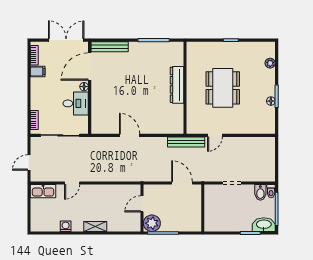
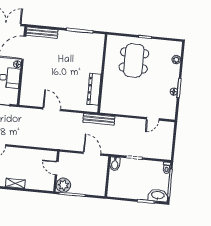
dresser: (177, 85) -> (94, 89), moved
dining table: (223, 88) -> (134, 60), moved
door: (215, 135) -> (153, 119), moved
bidet: (260, 192) -> (115, 164), moved
door: (142, 204) -> (57, 168), hinge flipped

